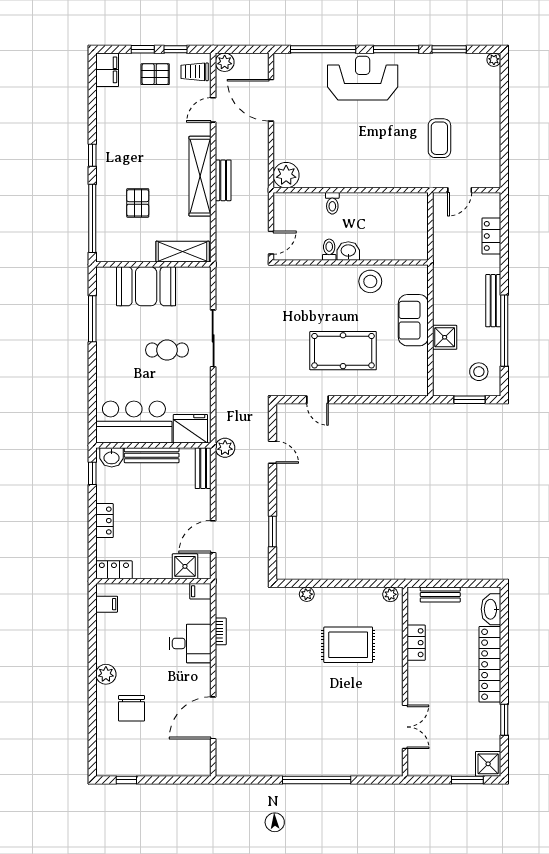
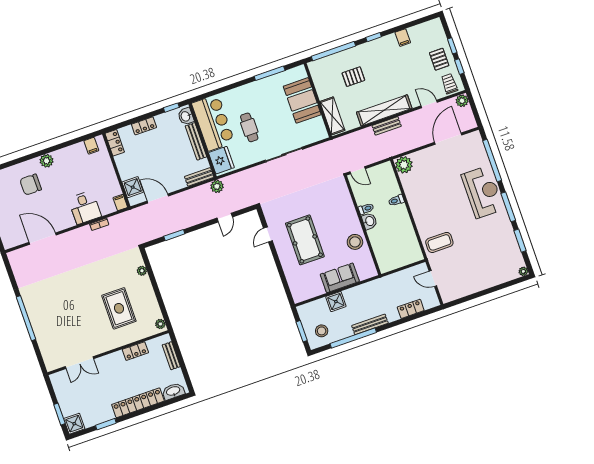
filing cabinet: (107, 70) -> (403, 38), moved, width x0.50
coffee table: (439, 138) -> (439, 242), moved
cafe table: (167, 350) -> (249, 127), moved

